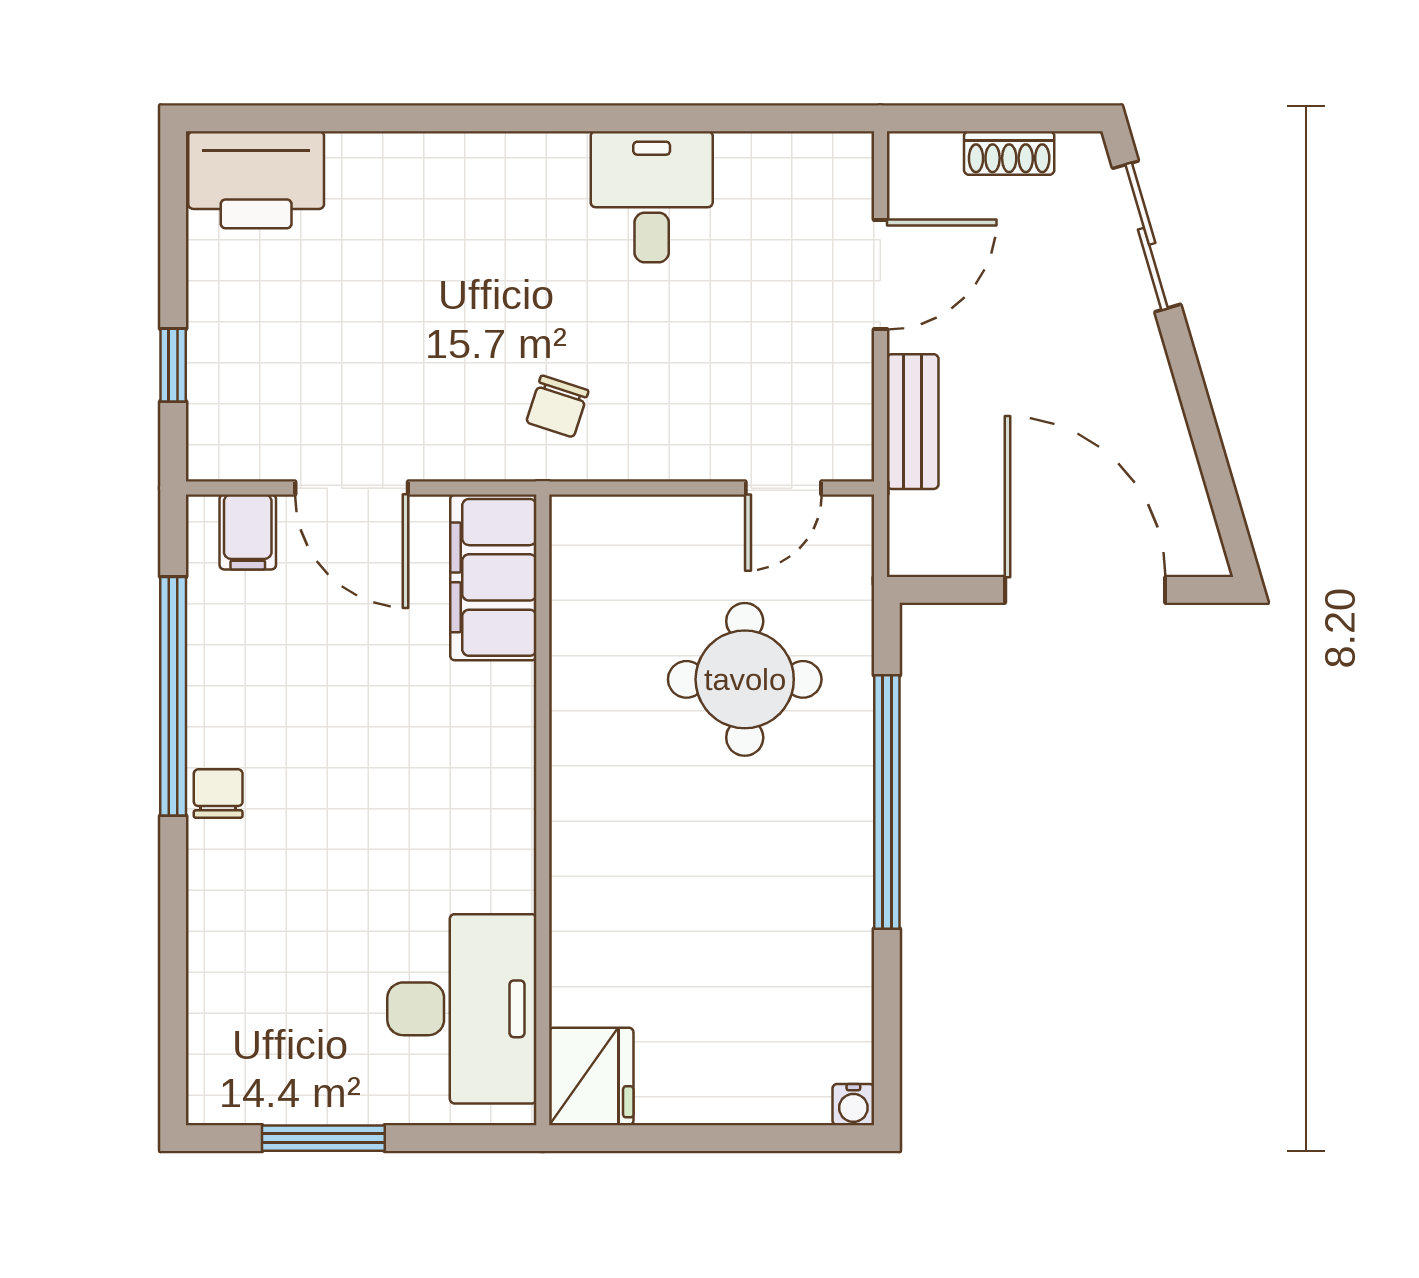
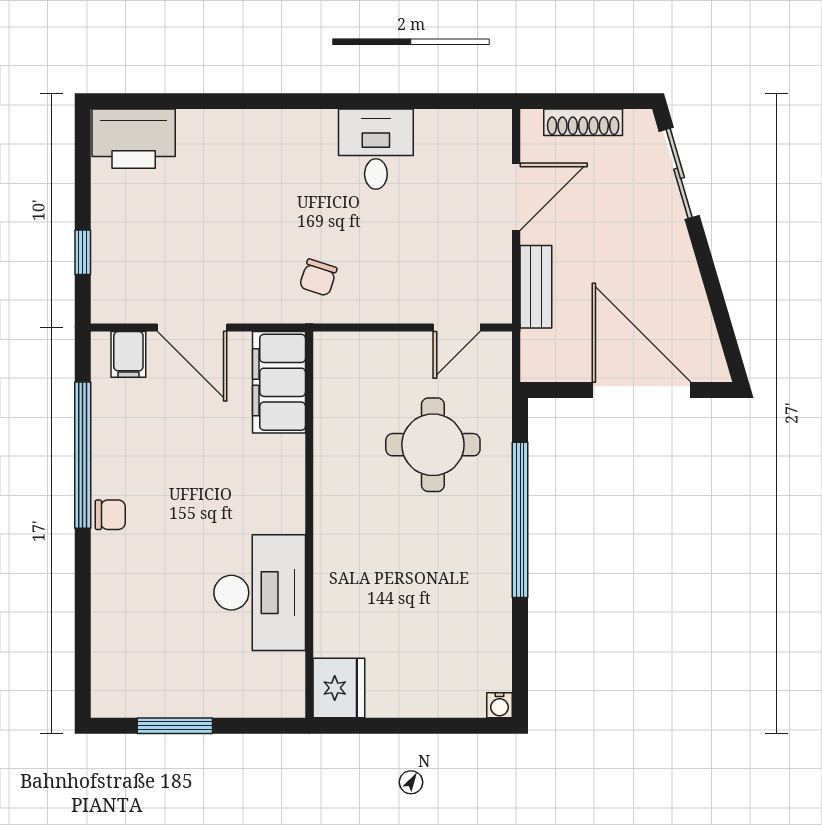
shoe rack: (1009, 153) -> (583, 122), width x1.43
chair: (218, 794) -> (110, 515), turned 90
desk: (462, 1009) -> (260, 593), moved

